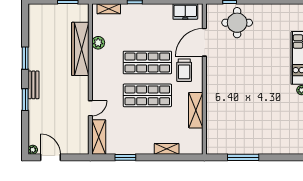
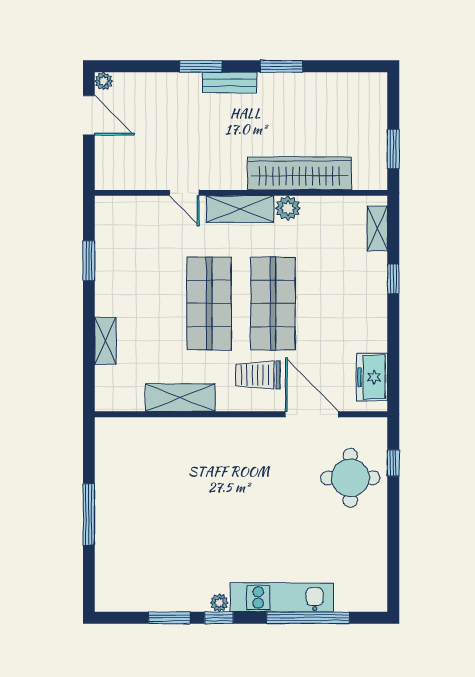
plant: (98, 43) -> (288, 208), moved
shelving: (99, 137) -> (240, 209), moved
door: (50, 157) -> (89, 115), hinge flipped
window: (243, 157) -> (89, 514), moved

